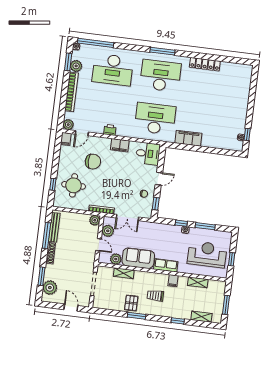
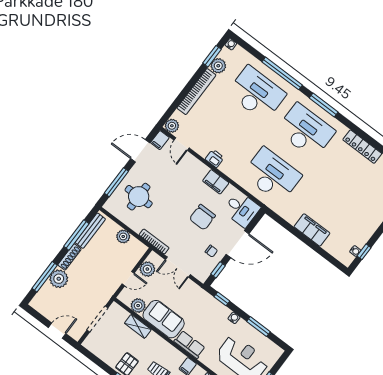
window: (96, 43) -> (282, 73), moved
desk: (113, 70) -> (257, 93), turned 180
door: (82, 133) -> (181, 144), hinge flipped
filing cabinet: (188, 138) -> (312, 230), moved
door: (57, 154) -> (140, 151), added
chair: (93, 162) -> (202, 217), moved, turned 90
door: (159, 179) -> (238, 244), width x1.88
window: (53, 184) -> (116, 182), width x2.17
plant: (95, 220) -> (123, 236), moved
window: (181, 223) -> (222, 299), moved
door: (99, 245) -> (128, 279), hinge flipped
window: (41, 276) -> (45, 277), width x1.44
plant: (50, 288) -> (59, 279), moved
door: (71, 308) -> (57, 331), hinge flipped

